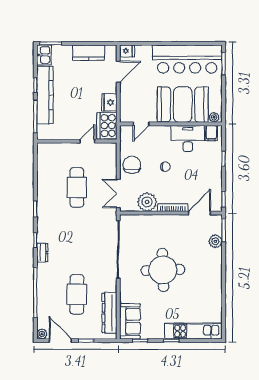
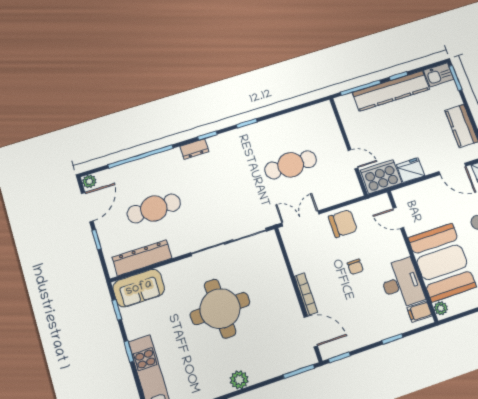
plant: (147, 202) -> (302, 259), removed
plant: (215, 241) -> (239, 380), moved

